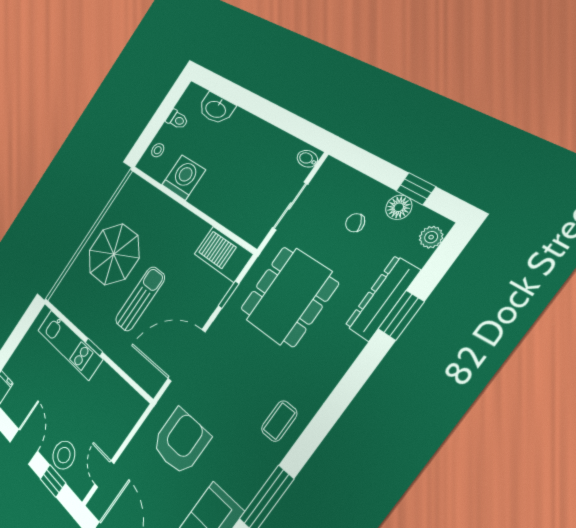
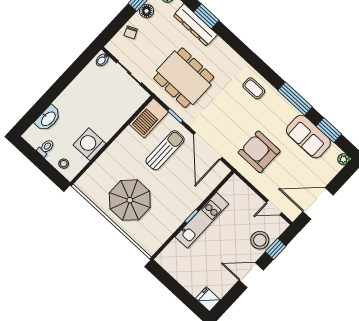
chair: (355, 223) -> (131, 32), moved
sun lounger: (140, 299) -> (165, 150), moved, turned 90
kitchen unit: (69, 345) -> (202, 220), moved

